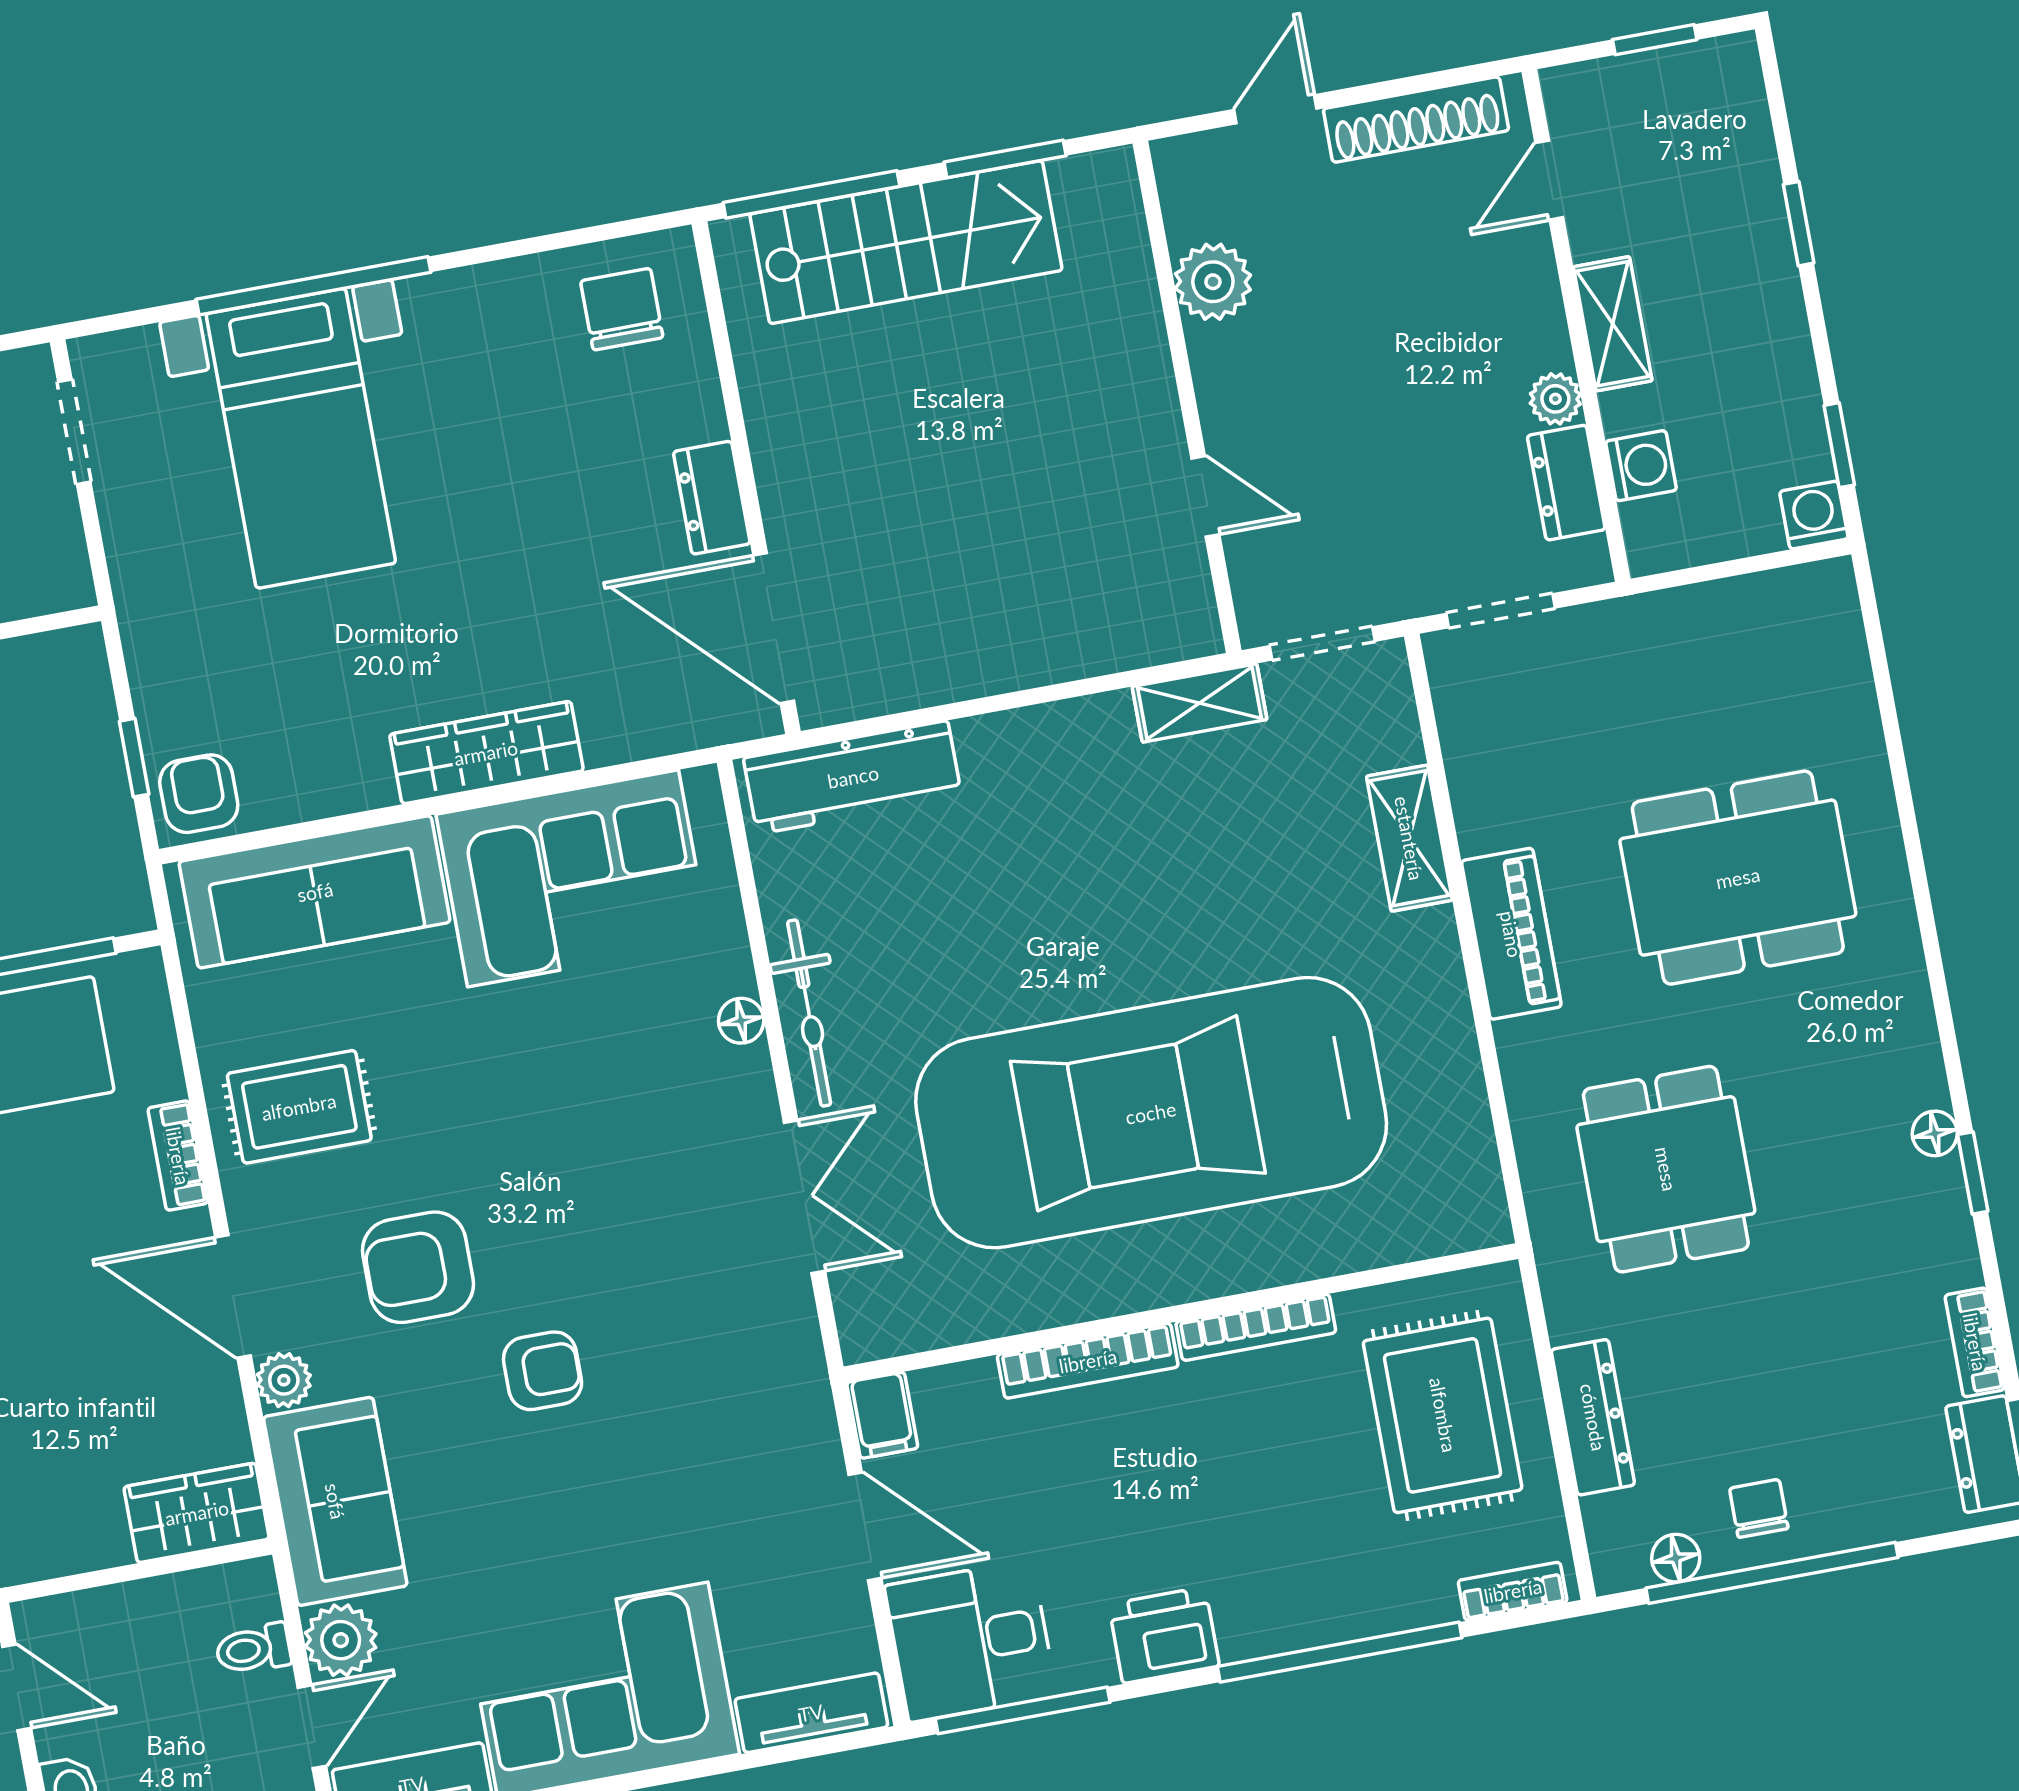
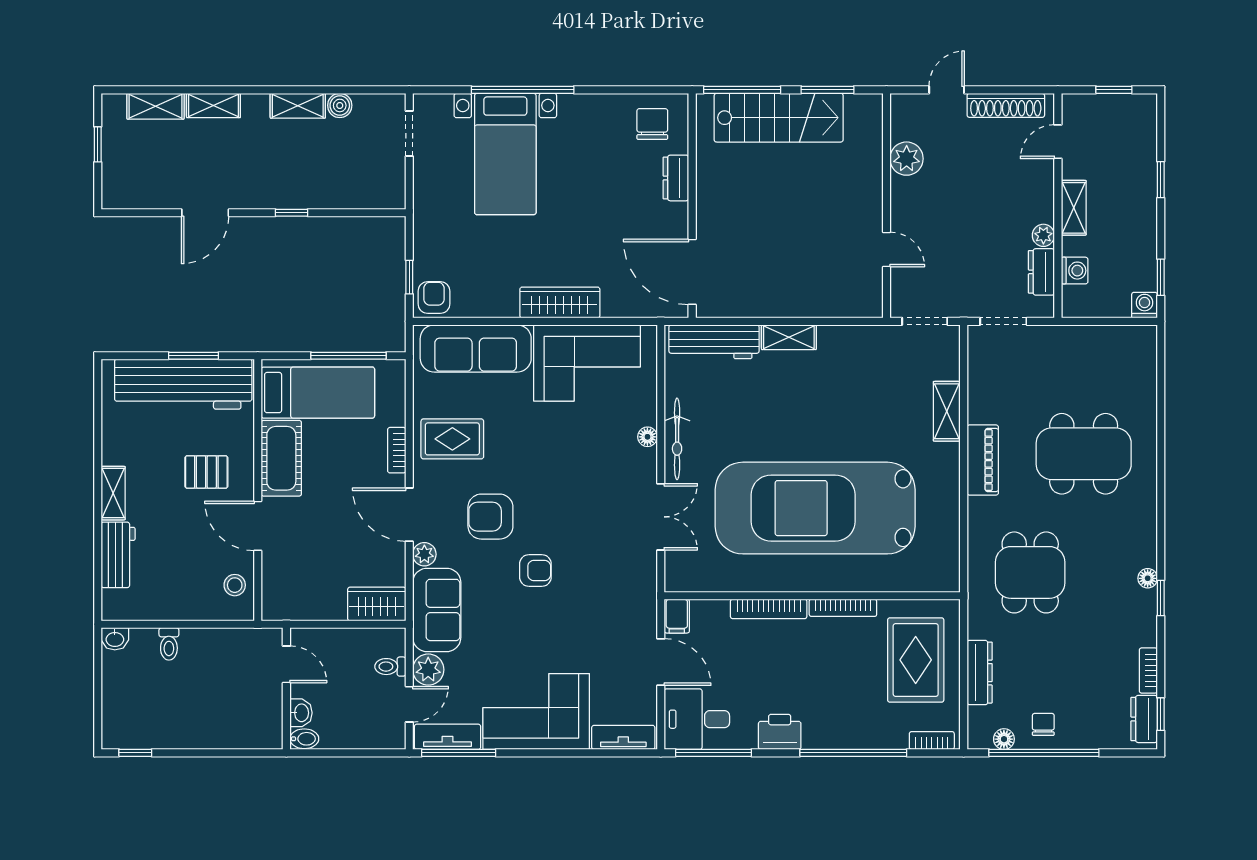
dresser: (712, 498) -> (676, 178), moved
shelving: (1200, 703) -> (789, 337), moved

